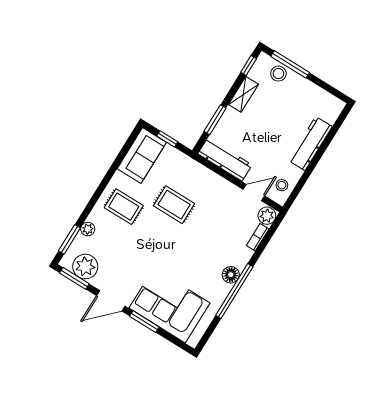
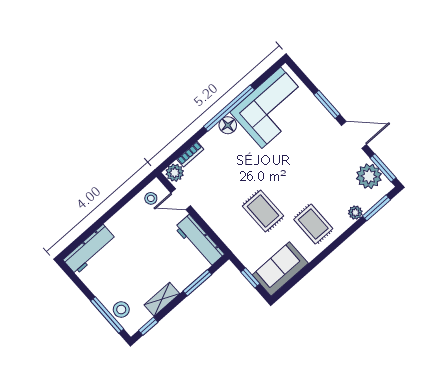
workbench: (310, 144) -> (90, 249), moved
corner sofa: (170, 306) -> (271, 108), moved, turned -90

